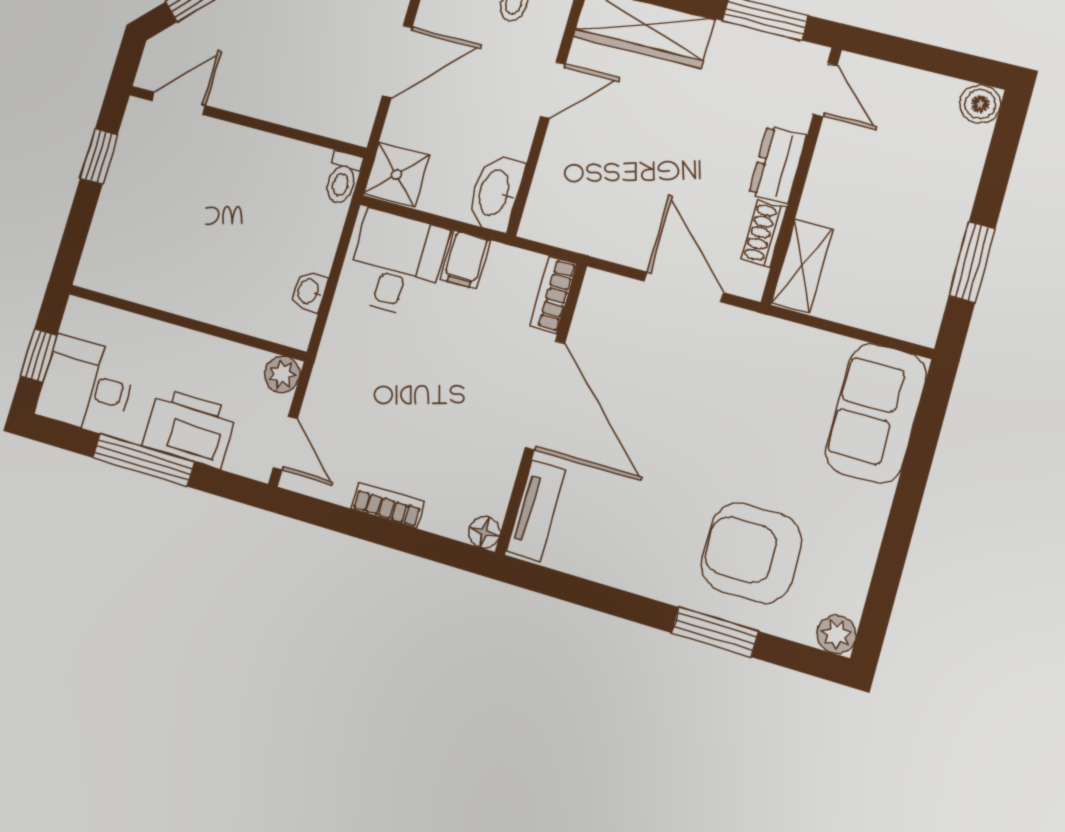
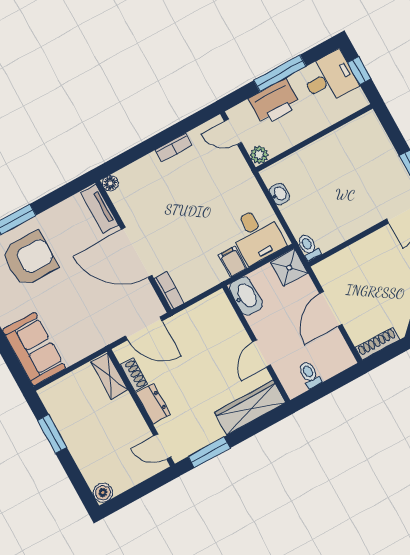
bookcase: (553, 295) -> (169, 291), moved
door: (545, 395) -> (137, 252), moved
wall: (541, 408) -> (133, 246), moved
tv unit: (536, 511) -> (100, 209), moved
floor lamp: (484, 532) -> (110, 183), moved

